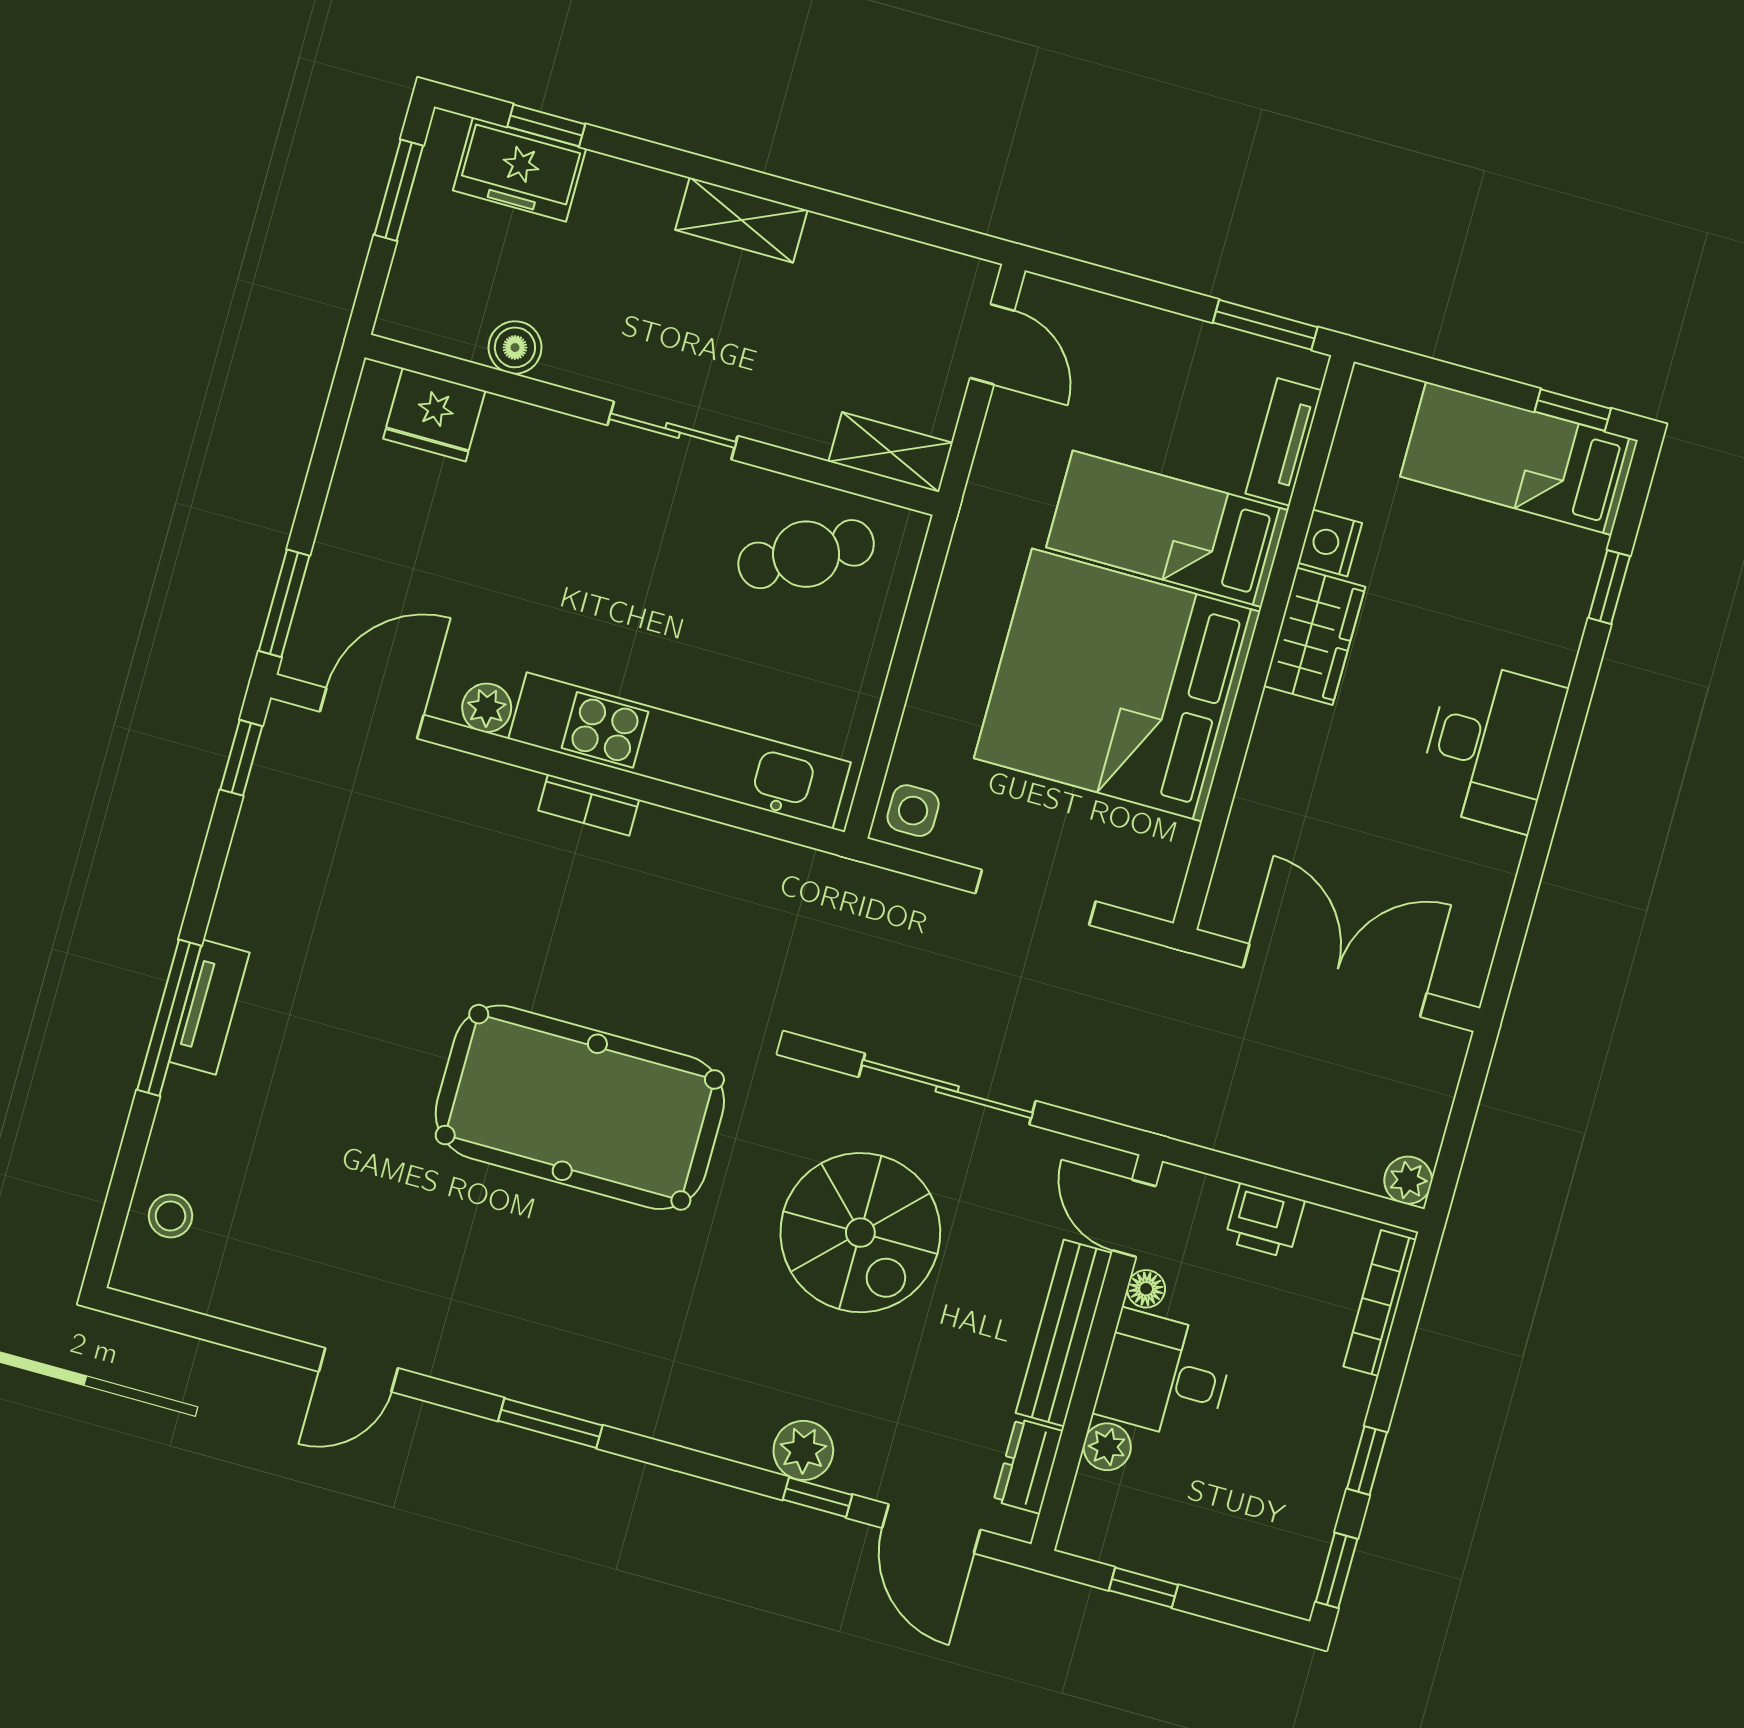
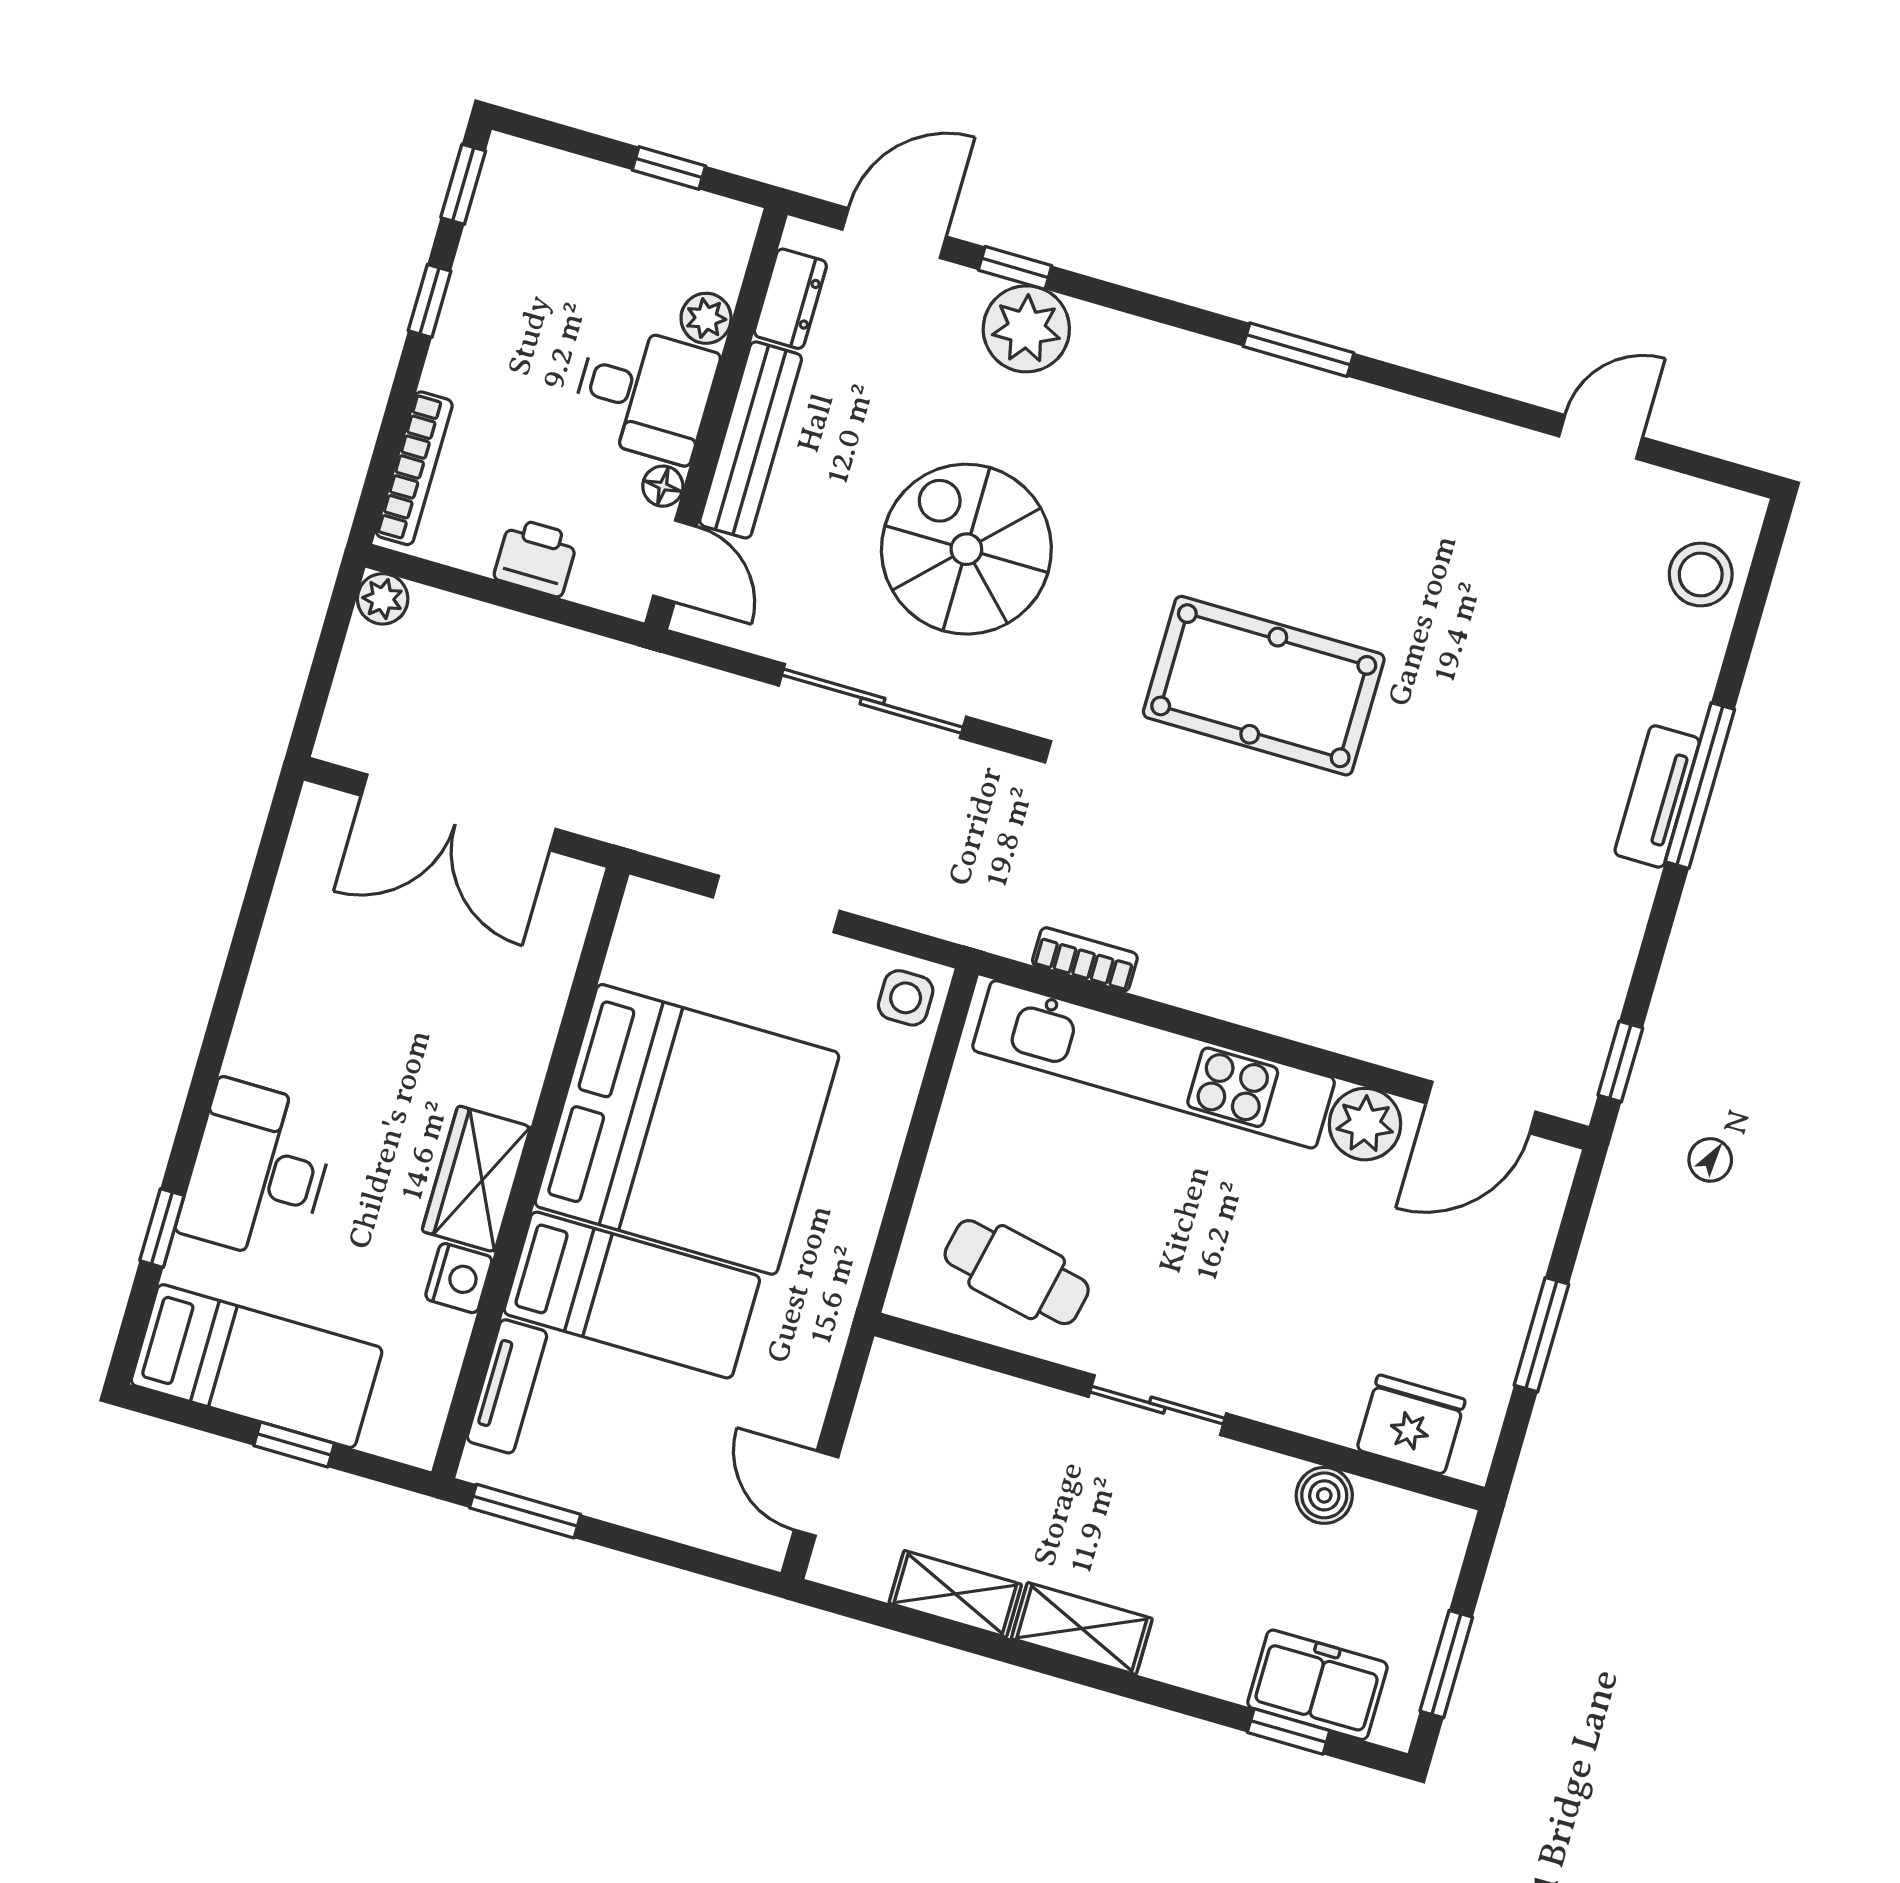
window: (1573, 410) -> (294, 1444), moved
shelving: (891, 452) -> (955, 1594), moved
cafe table: (806, 554) -> (1017, 1272), turned 41
window: (284, 603) -> (1541, 1335), moved
plant: (487, 708) -> (1365, 1124), width x1.38, depth x1.38
desk: (1491, 746) -> (258, 1171), moved
bookcase: (589, 805) -> (1085, 959), moved
pool table: (580, 1107) -> (1264, 686), width x0.73, depth x0.76
stool: (170, 1216) -> (1701, 574), width x1.37, depth x1.37
door: (358, 1370) -> (1601, 437), moved
plant: (803, 1450) -> (1026, 329), width x1.36, depth x1.36
door: (931, 1529) -> (894, 233), hinge flipped

